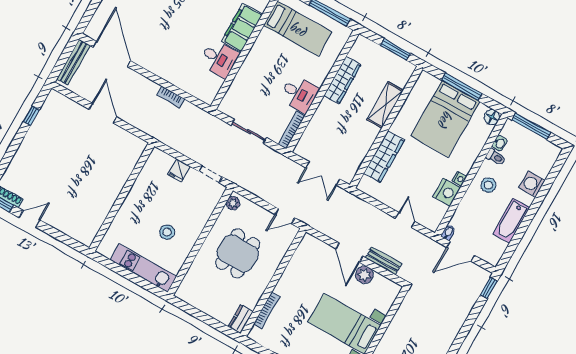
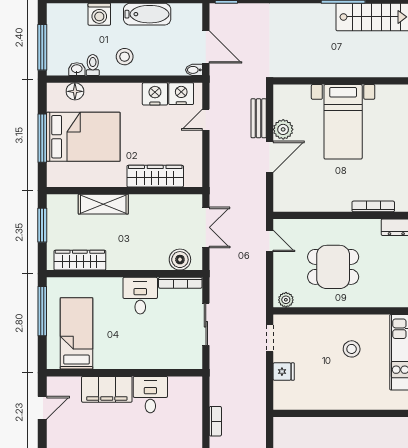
wardrobe: (342, 80) -> (80, 260), moved
floor lamp: (492, 117) -> (75, 91), moved
boiler: (310, 140) -> (180, 260), added
nightstand: (460, 179) -> (181, 94), moved, width x1.89, depth x1.79

